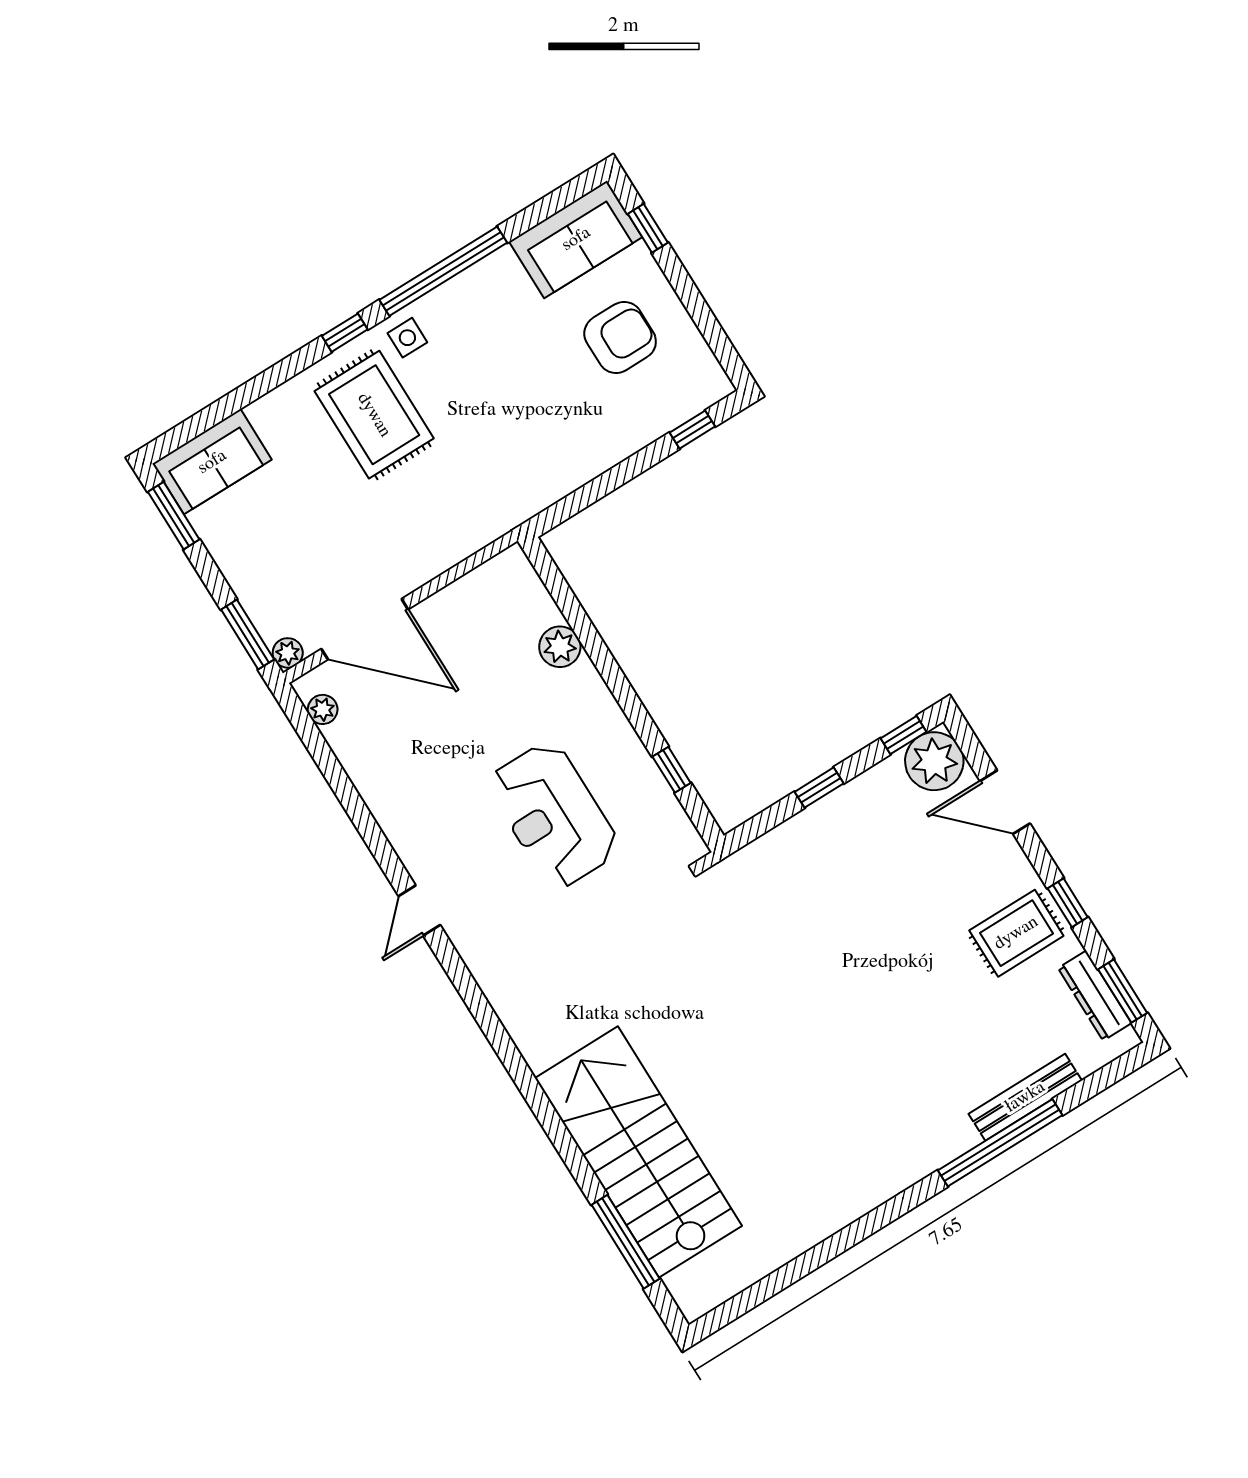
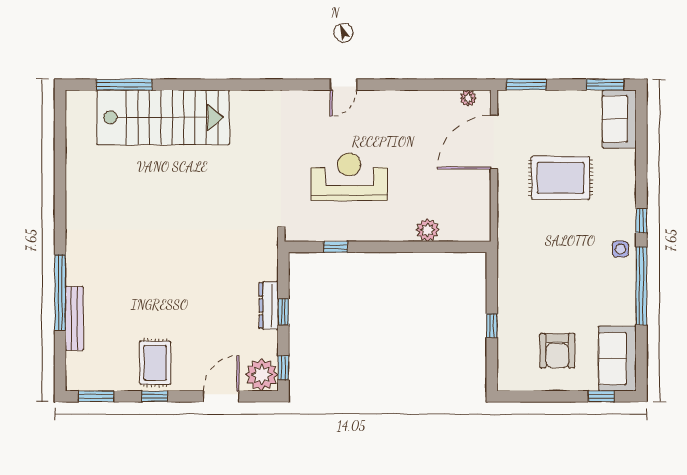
rug: (374, 415) -> (561, 178), moved
window: (692, 430) -> (492, 326), moved
plant: (288, 653) -> (505, 98), removed
door: (419, 910) -> (343, 85), swing flipped
dresser: (1095, 996) -> (269, 305), moved, turned -90

